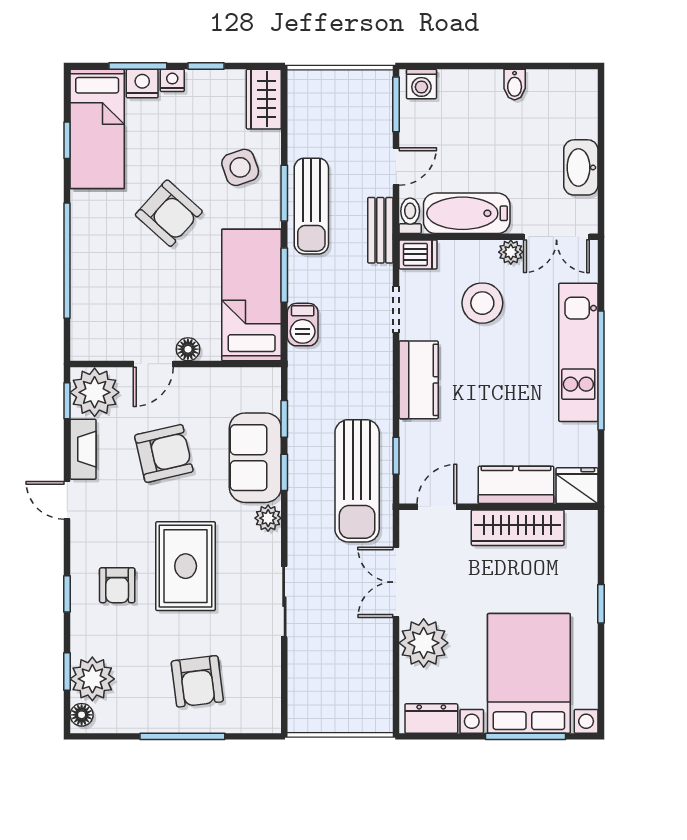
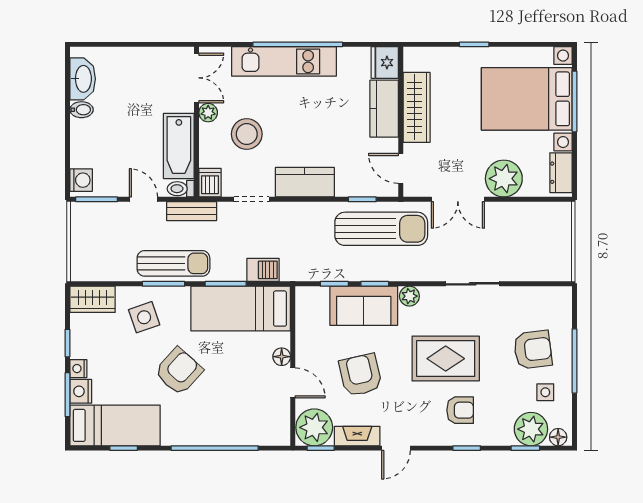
washbasin: (581, 167) -> (83, 79), moved, turned -90
side table: (141, 698) -> (545, 392), added

